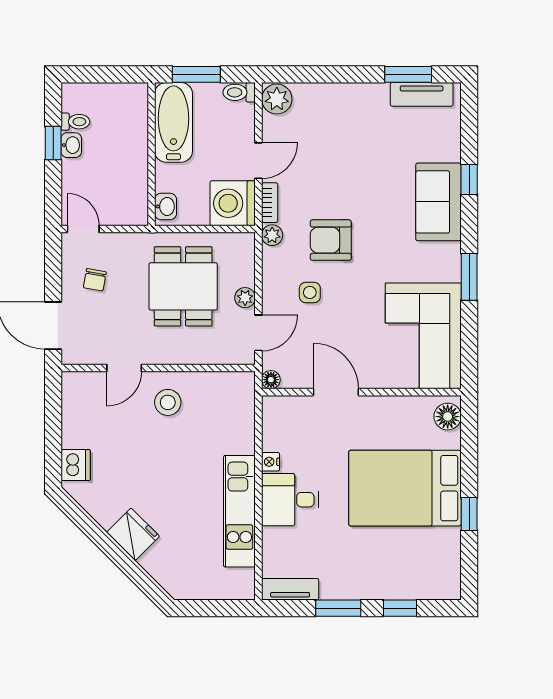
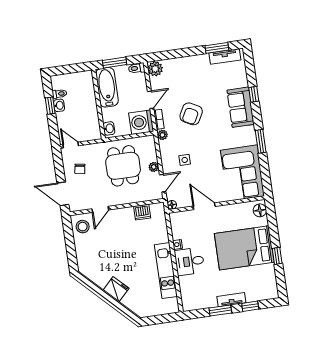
armchair: (331, 240) -> (191, 114), moved, turned -62
stool: (168, 402) -> (83, 227), moved
dishwasher: (76, 465) -> (142, 212), moved, turned 90
tv unit: (290, 589) -> (231, 300), moved

